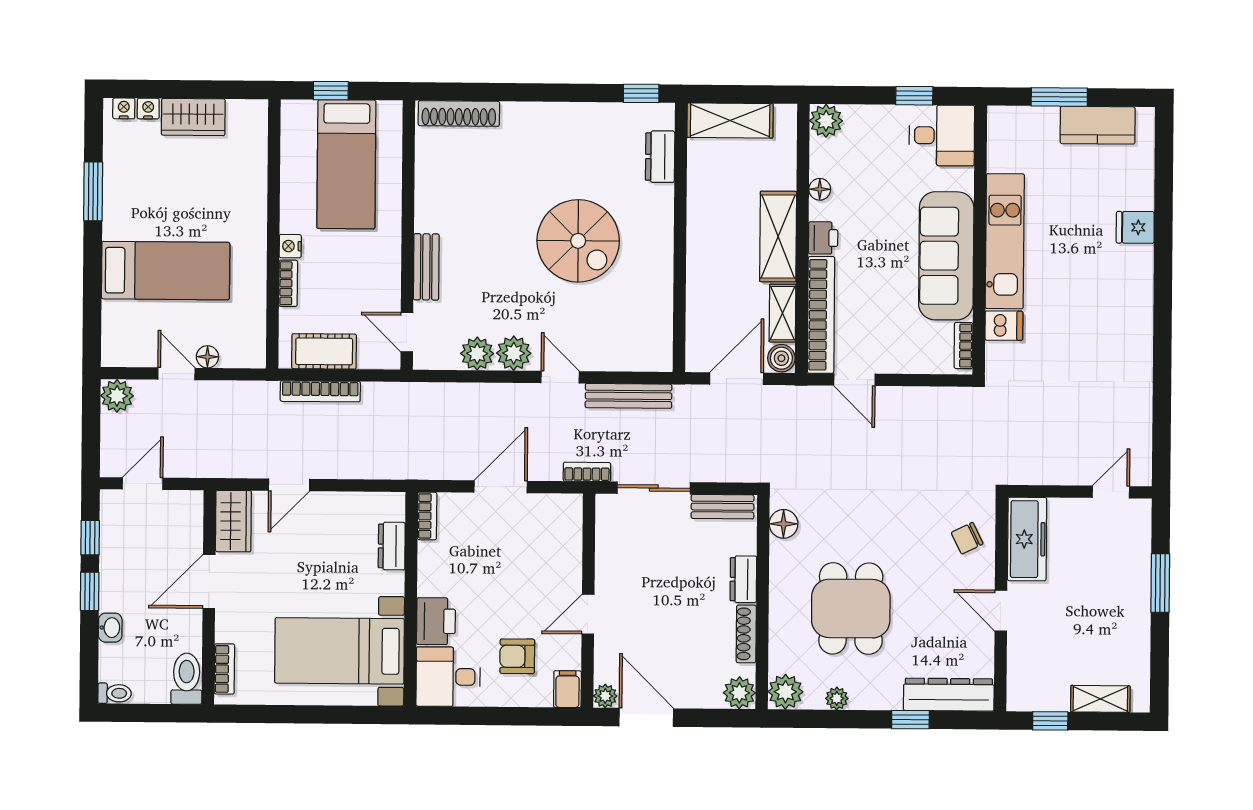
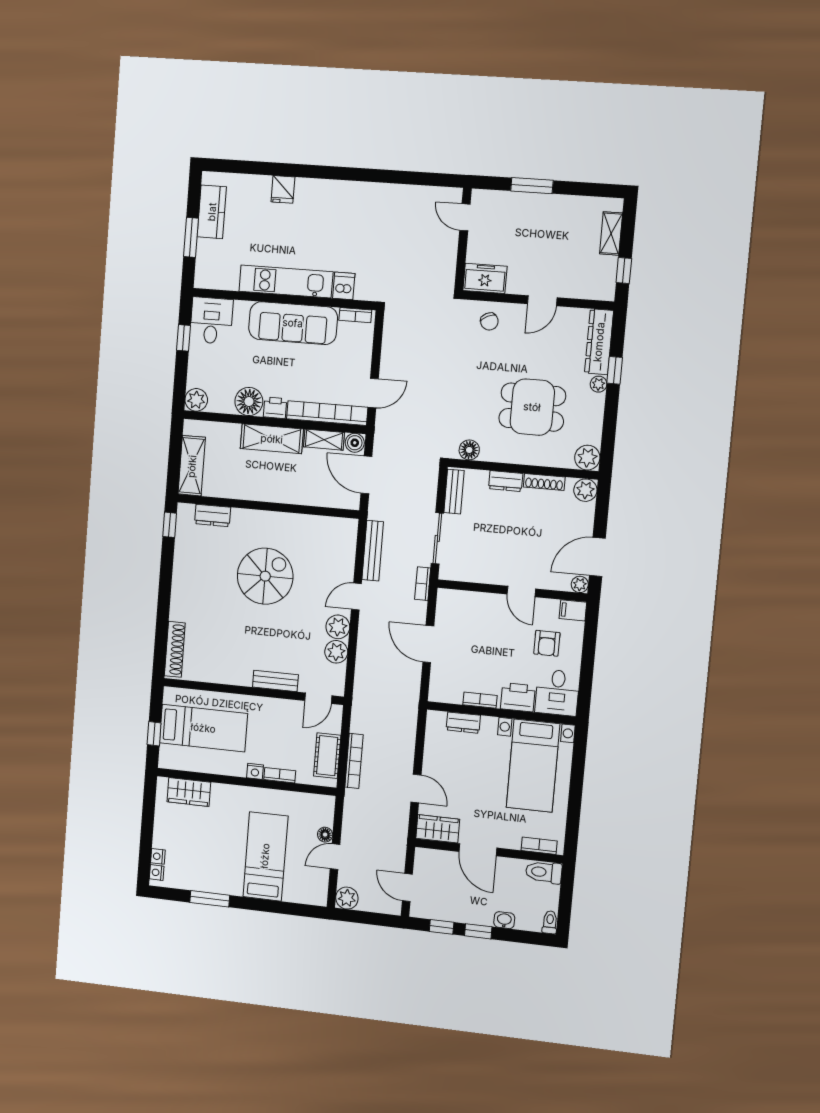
wardrobe: (193, 117) -> (189, 792), moved, turned 90
floor lamp: (820, 189) -> (249, 402), width x1.89, depth x1.89
bookcase: (427, 516) -> (480, 700), moved
freezer: (1027, 539) -> (485, 278), width x0.71
plant: (837, 698) -> (599, 384), moved

